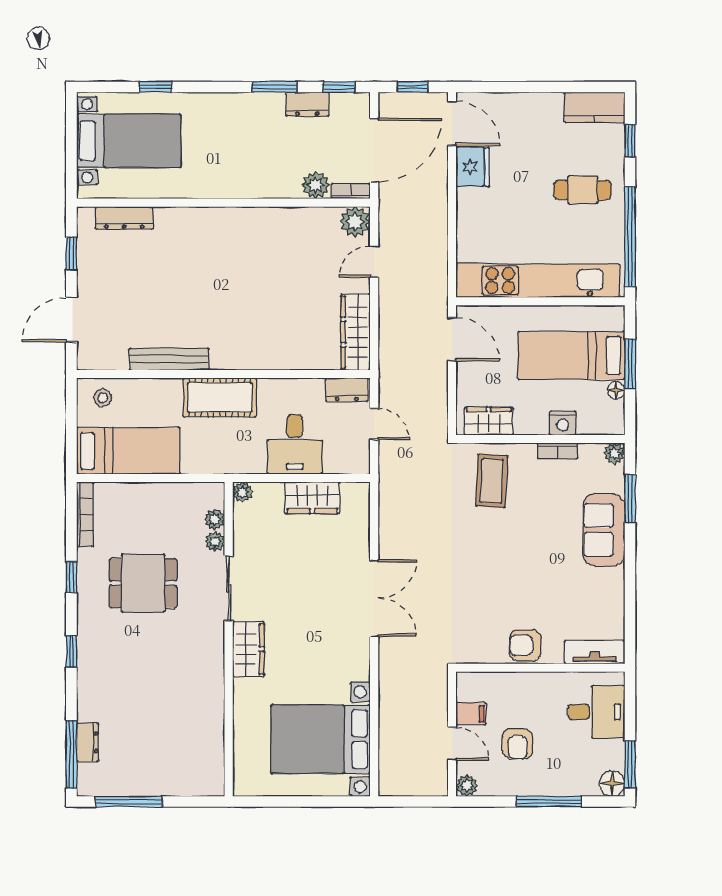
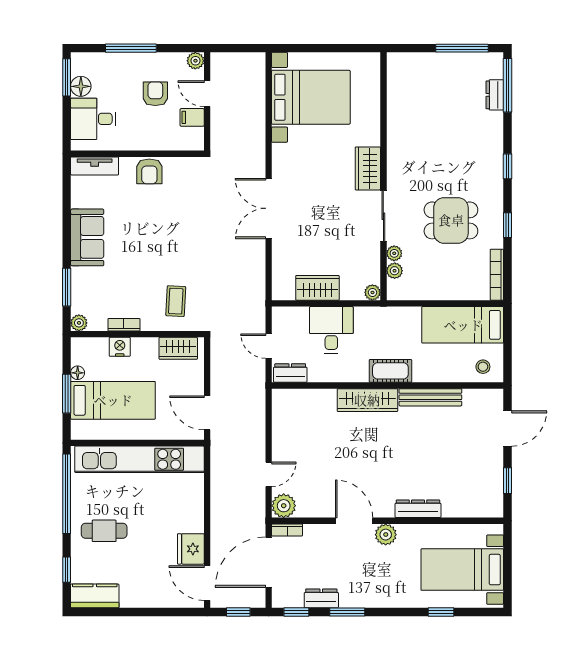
plant: (316, 185) -> (386, 535), moved
door: (266, 203) -> (354, 521), added
dresser: (124, 218) -> (418, 509), moved
wardrobe: (356, 332) -> (367, 400), moved, turned 90
cot: (220, 397) -> (390, 371), width x0.73, depth x0.75
coffee table: (492, 481) -> (176, 301), width x0.73, depth x0.77
sofa: (604, 530) -> (87, 237), moved
armchair: (525, 645) -> (149, 171), turned 90
floor lamp: (612, 783) -> (81, 86), moved

